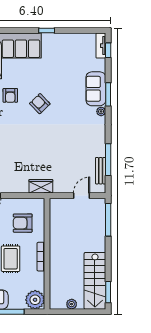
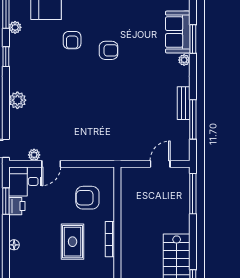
armchair: (40, 104) -> (109, 50), turned 134
bench: (101, 171) -> (184, 103), moved
wardrobe: (41, 186) -> (110, 152), removed

